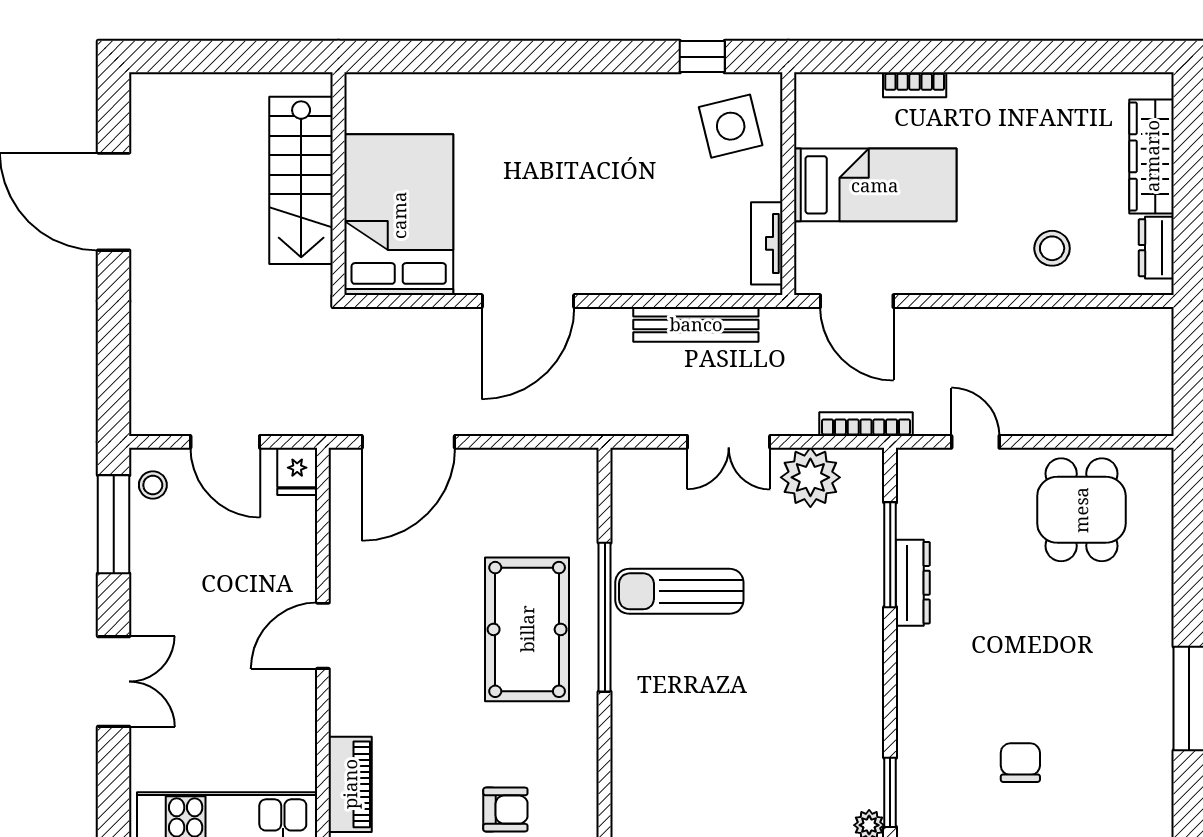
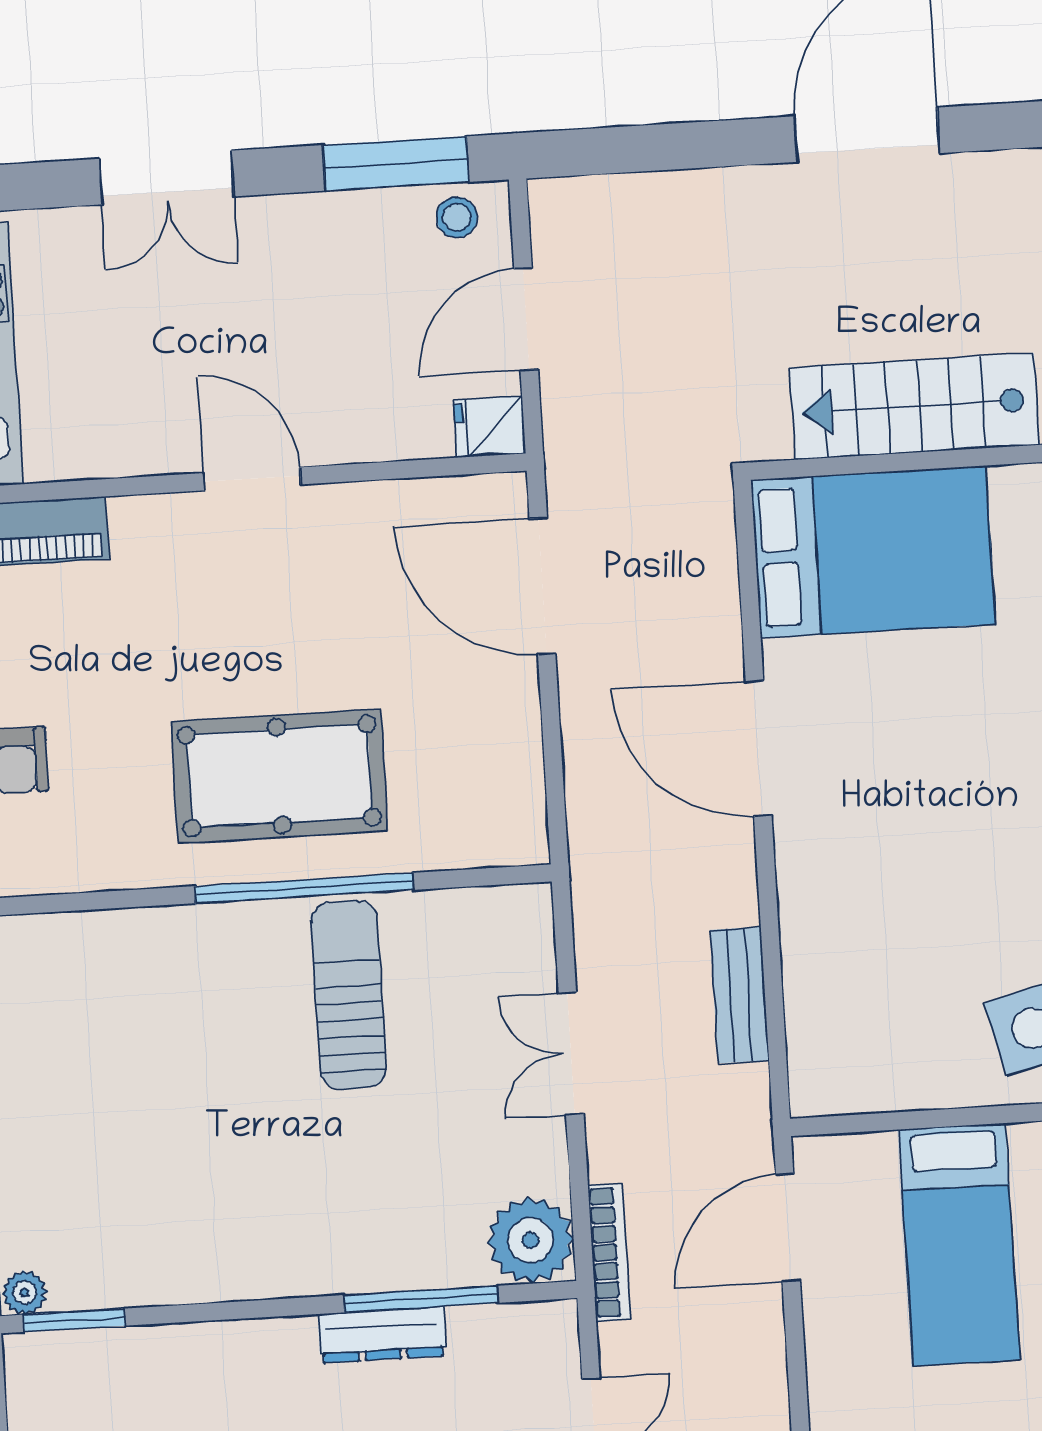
tv unit: (767, 243) -> (864, 1091), removed
bench: (696, 324) -> (739, 995), width x0.73
plant: (810, 477) -> (530, 1240), moved

